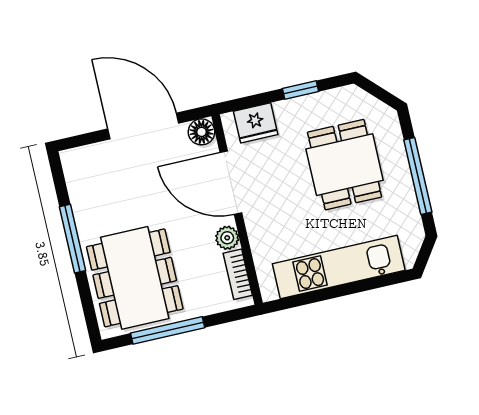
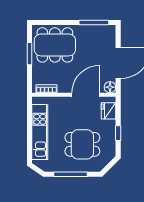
plant: (227, 238) -> (63, 88), removed
window: (73, 239) -> (94, 22), moved
window: (168, 330) -> (30, 54), width x0.69

